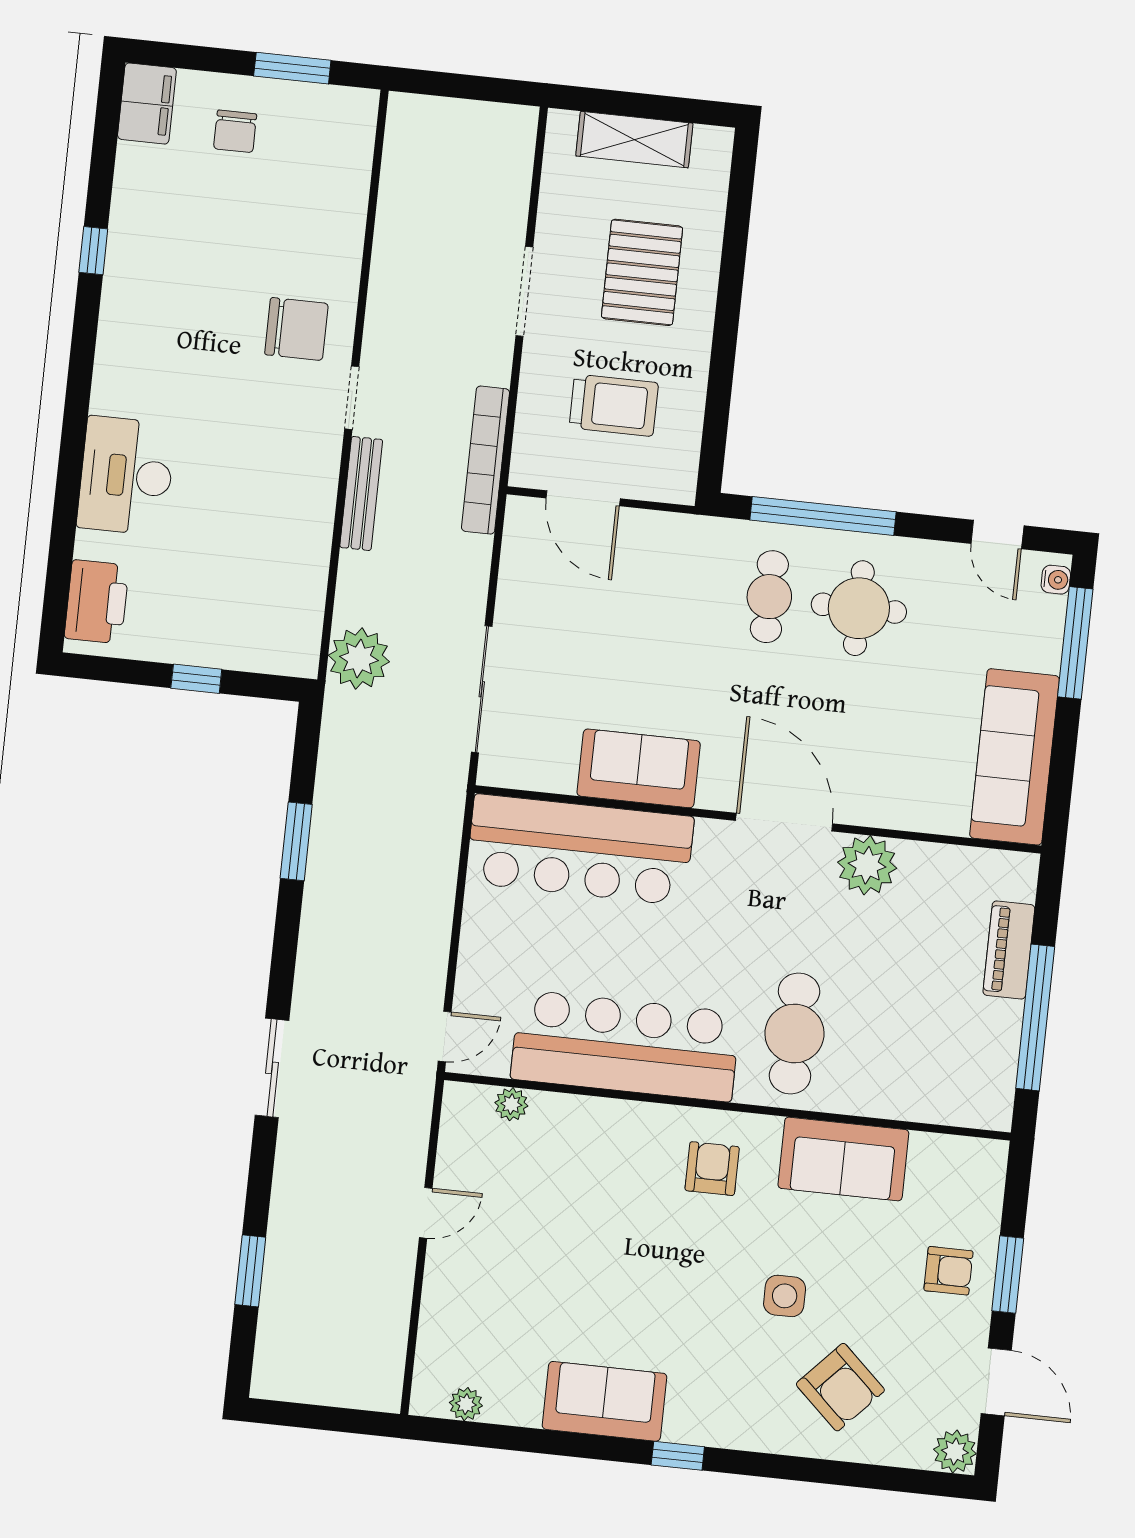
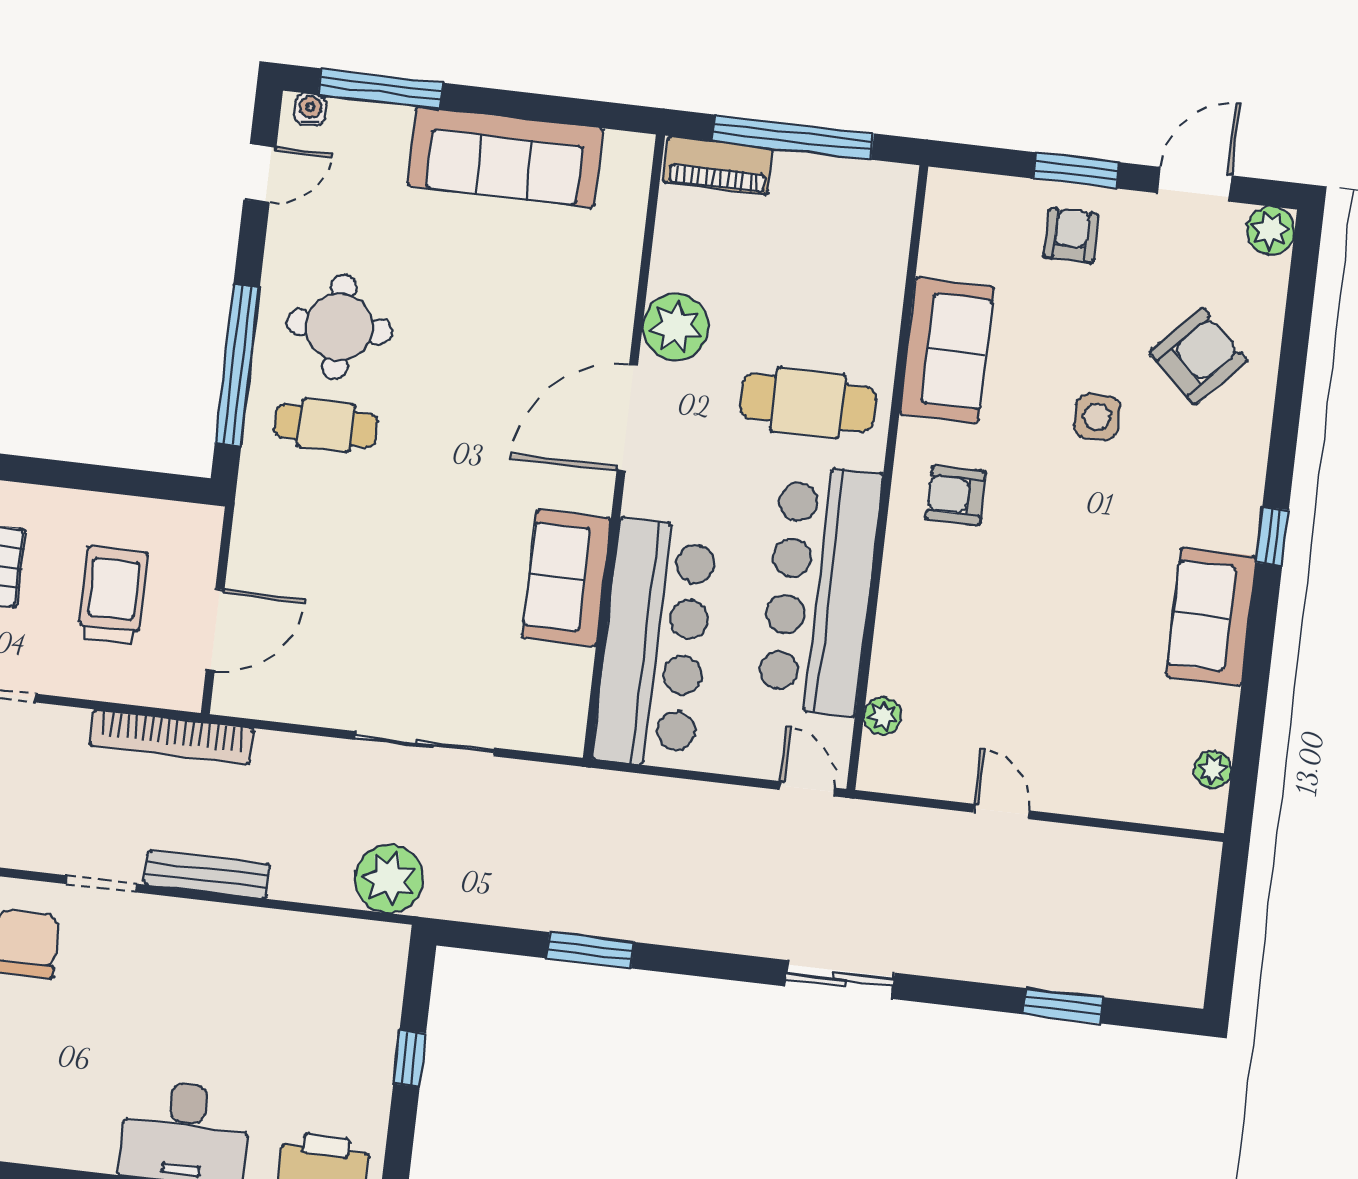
sofa: (639, 768) -> (566, 578), moved
wall: (758, 819) -> (624, 447), moved
door: (784, 822) -> (627, 418), moved
bar counter: (580, 850) -> (655, 644), moved
plant: (867, 865) -> (676, 327), moved

